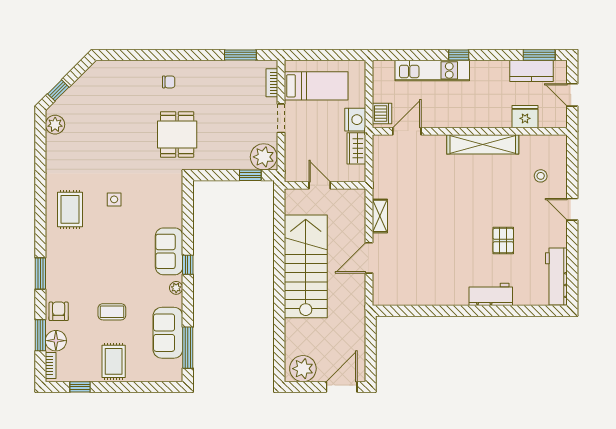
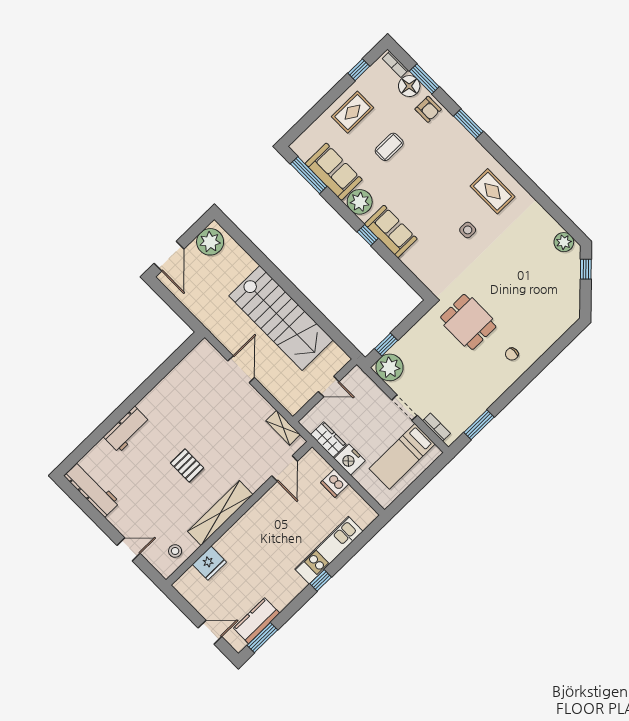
fridge: (525, 117) -> (209, 563), moved
door: (407, 131) -> (285, 468), moved
wall: (470, 131) -> (239, 513), moved
shelving: (483, 144) -> (220, 513), moved
shelving: (380, 216) -> (283, 428), moved
pallet: (503, 241) -> (187, 465), moved
plant: (176, 288) -> (360, 202), width x1.88, depth x1.88
rug: (114, 361) -> (353, 112), turned 90

